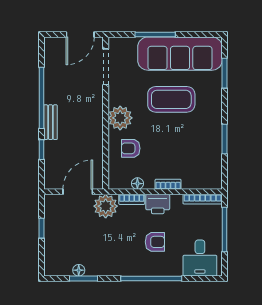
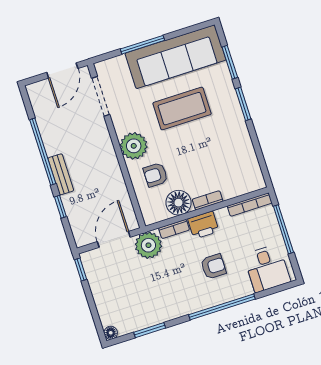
window: (224, 139) -> (243, 104), moved
floor lamp: (137, 184) -> (178, 203), width x1.89, depth x1.89
window: (41, 228) -> (81, 270), moved
floor lamp: (79, 270) -> (111, 333), moved

